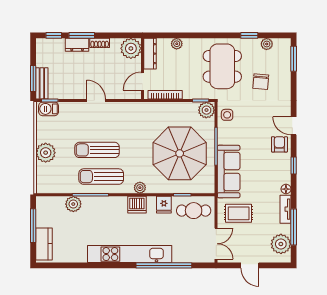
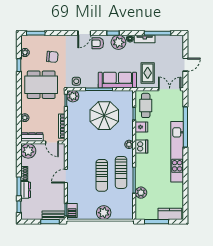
parasol: (180, 153) -> (104, 116), width x0.73, depth x0.73
plant: (281, 244) -> (118, 42), moved

